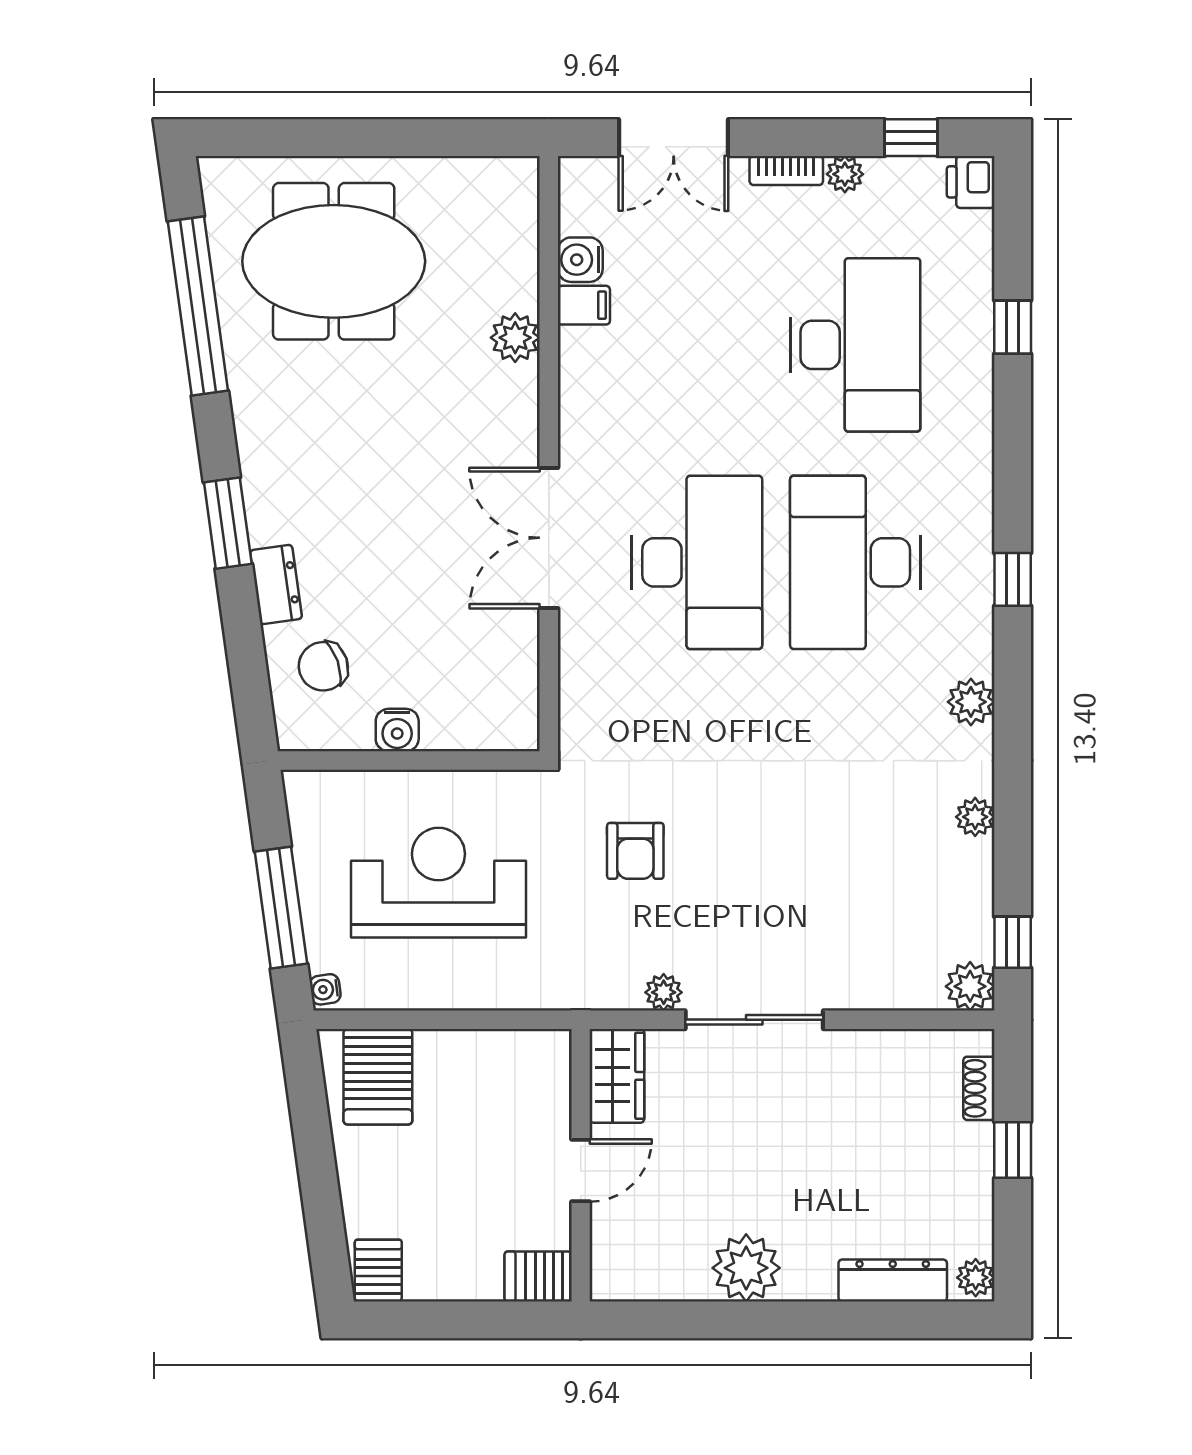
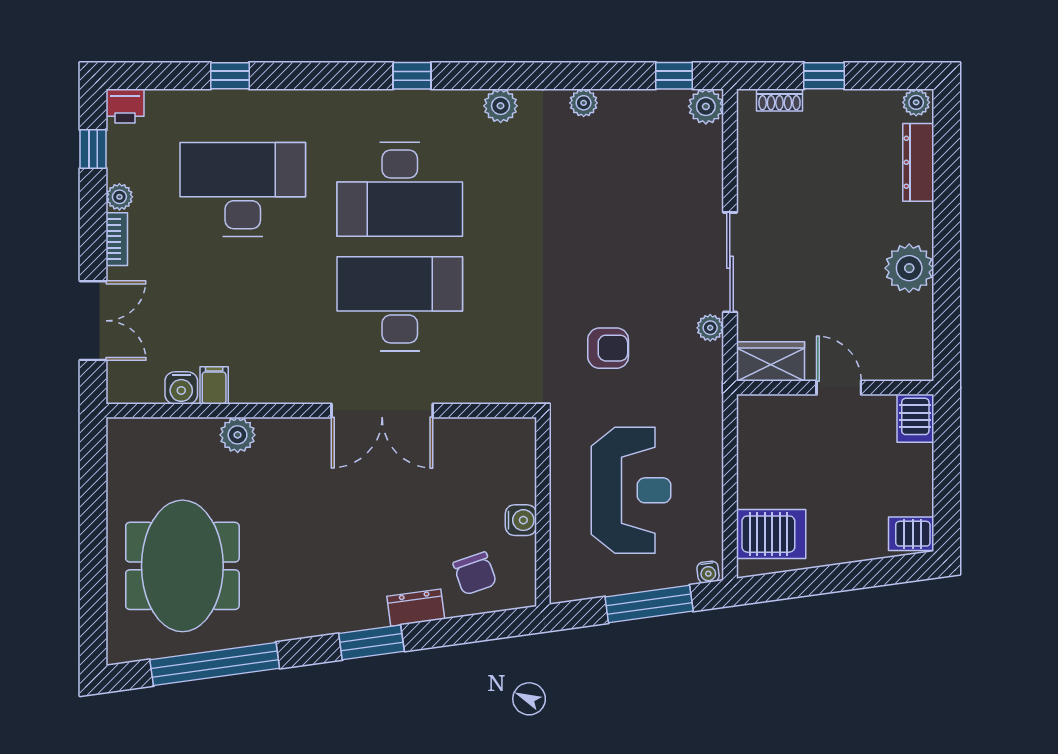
reception desk: (438, 883) -> (631, 490), turned 180

